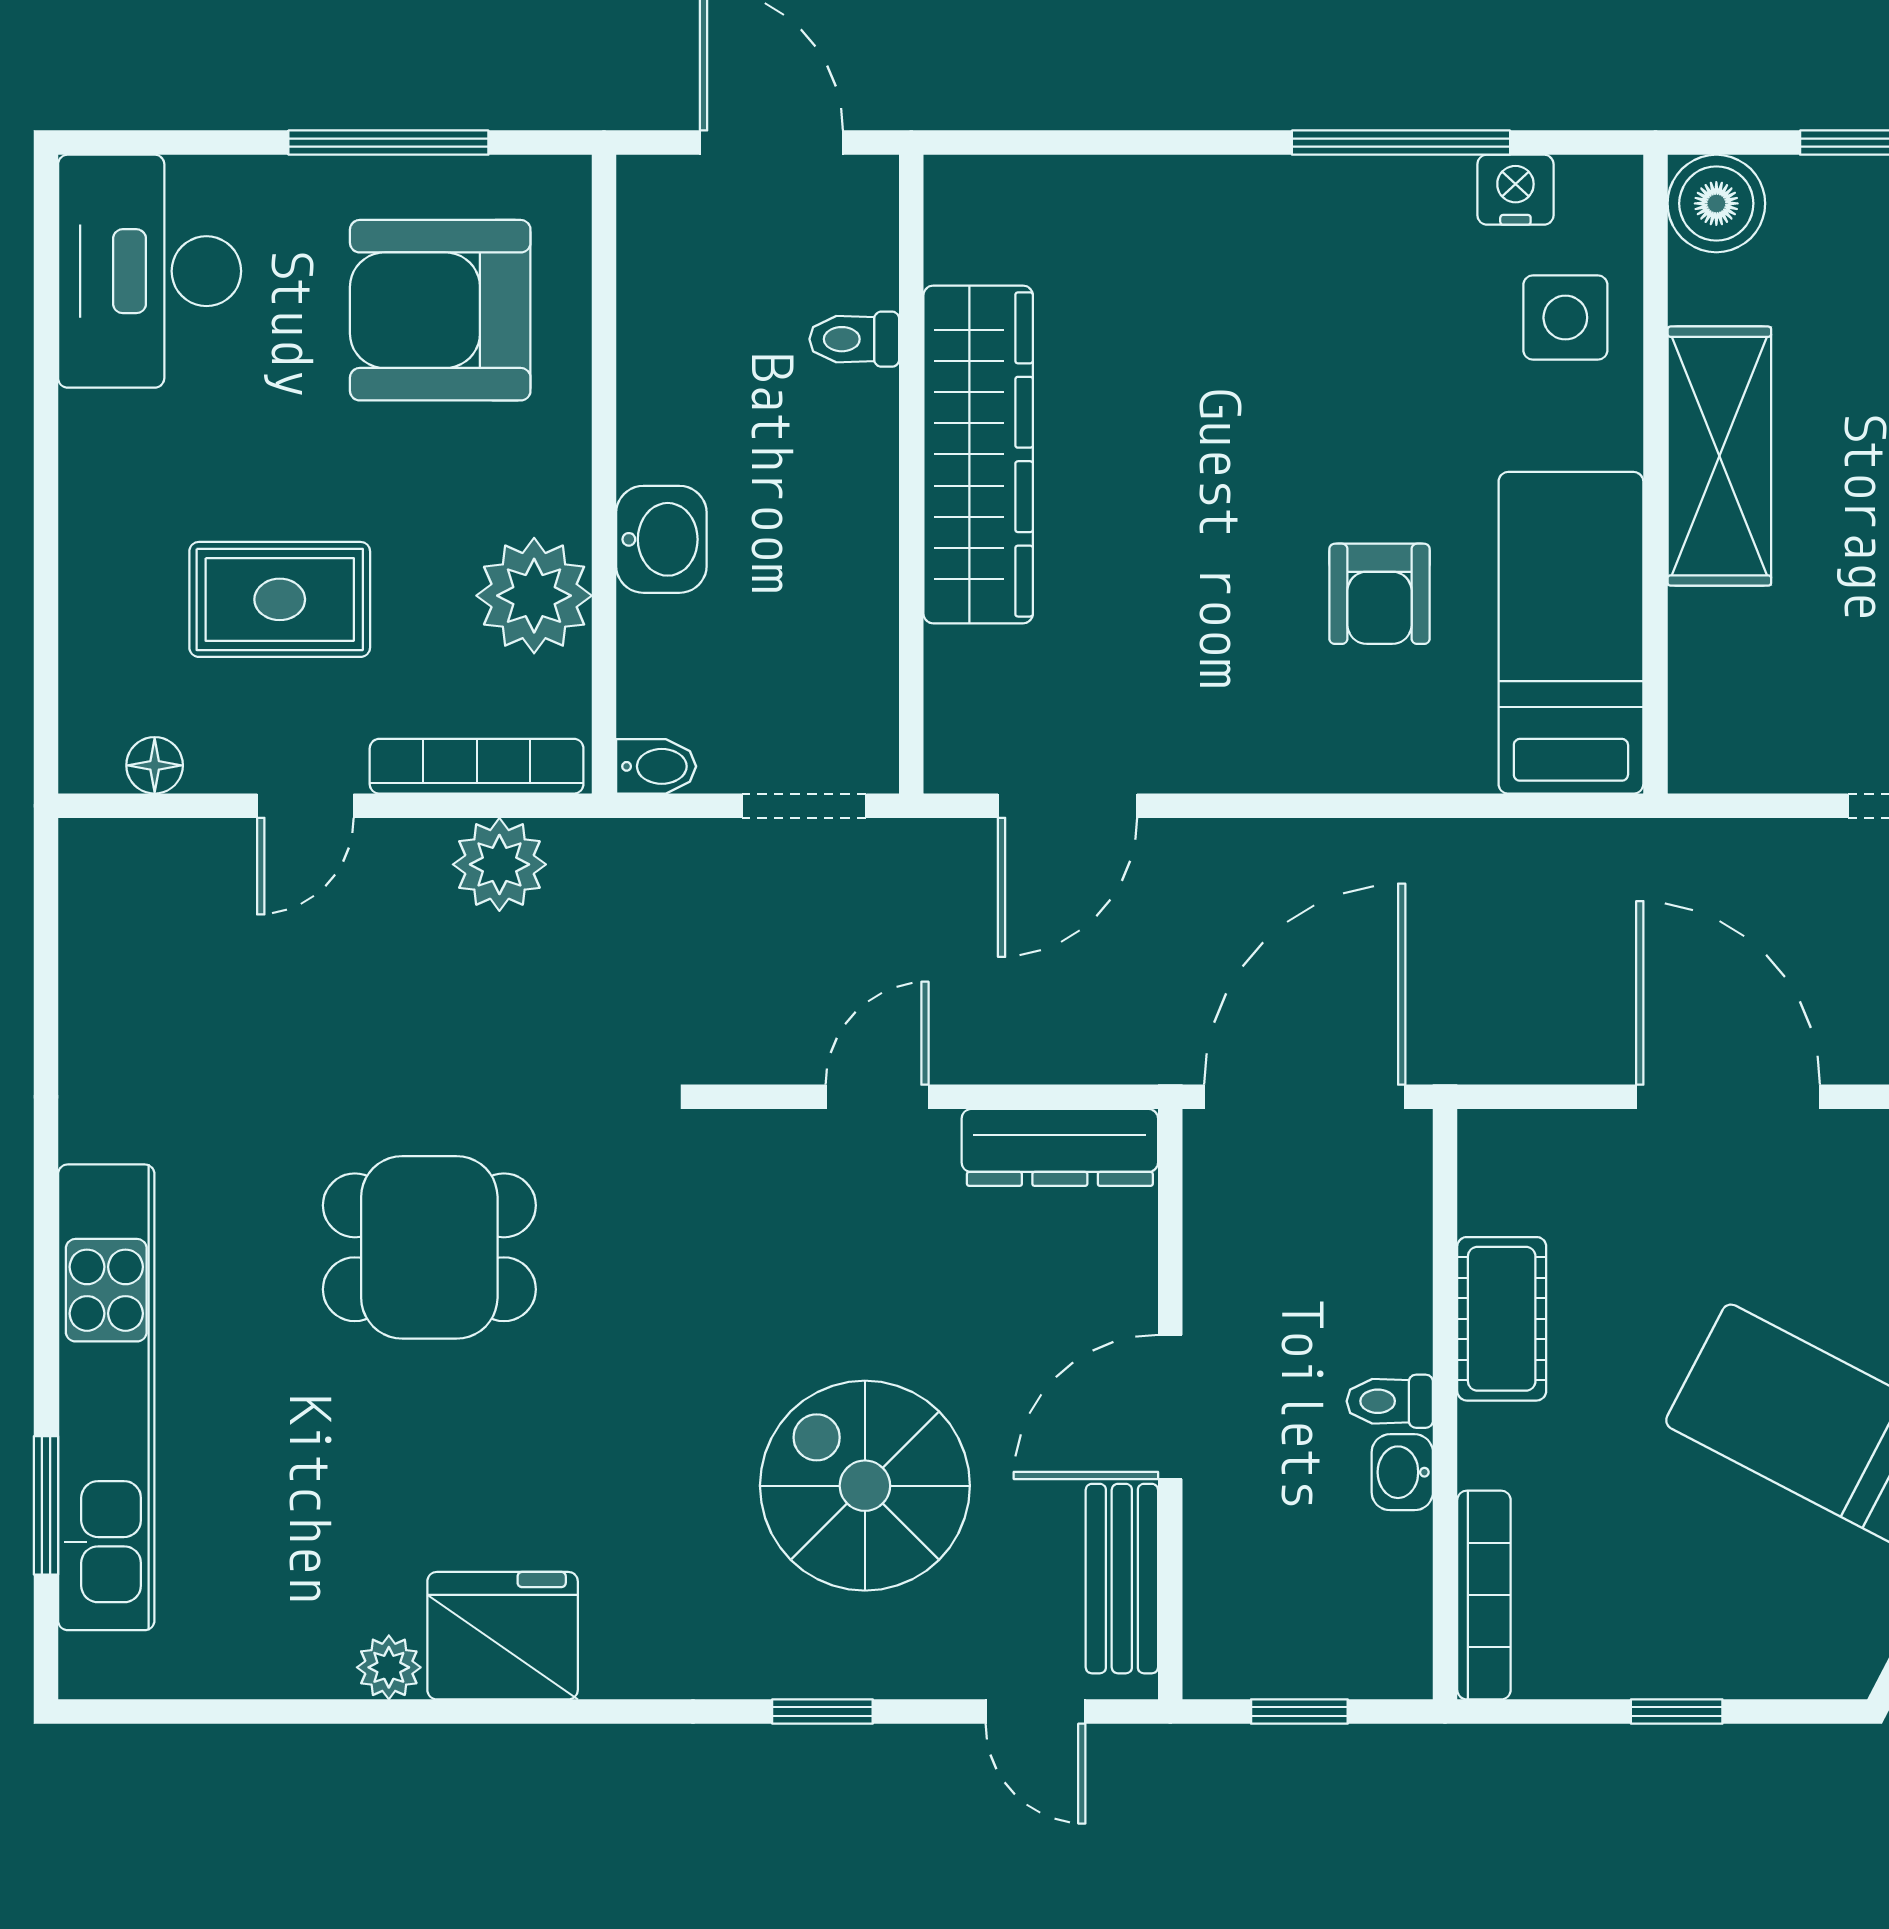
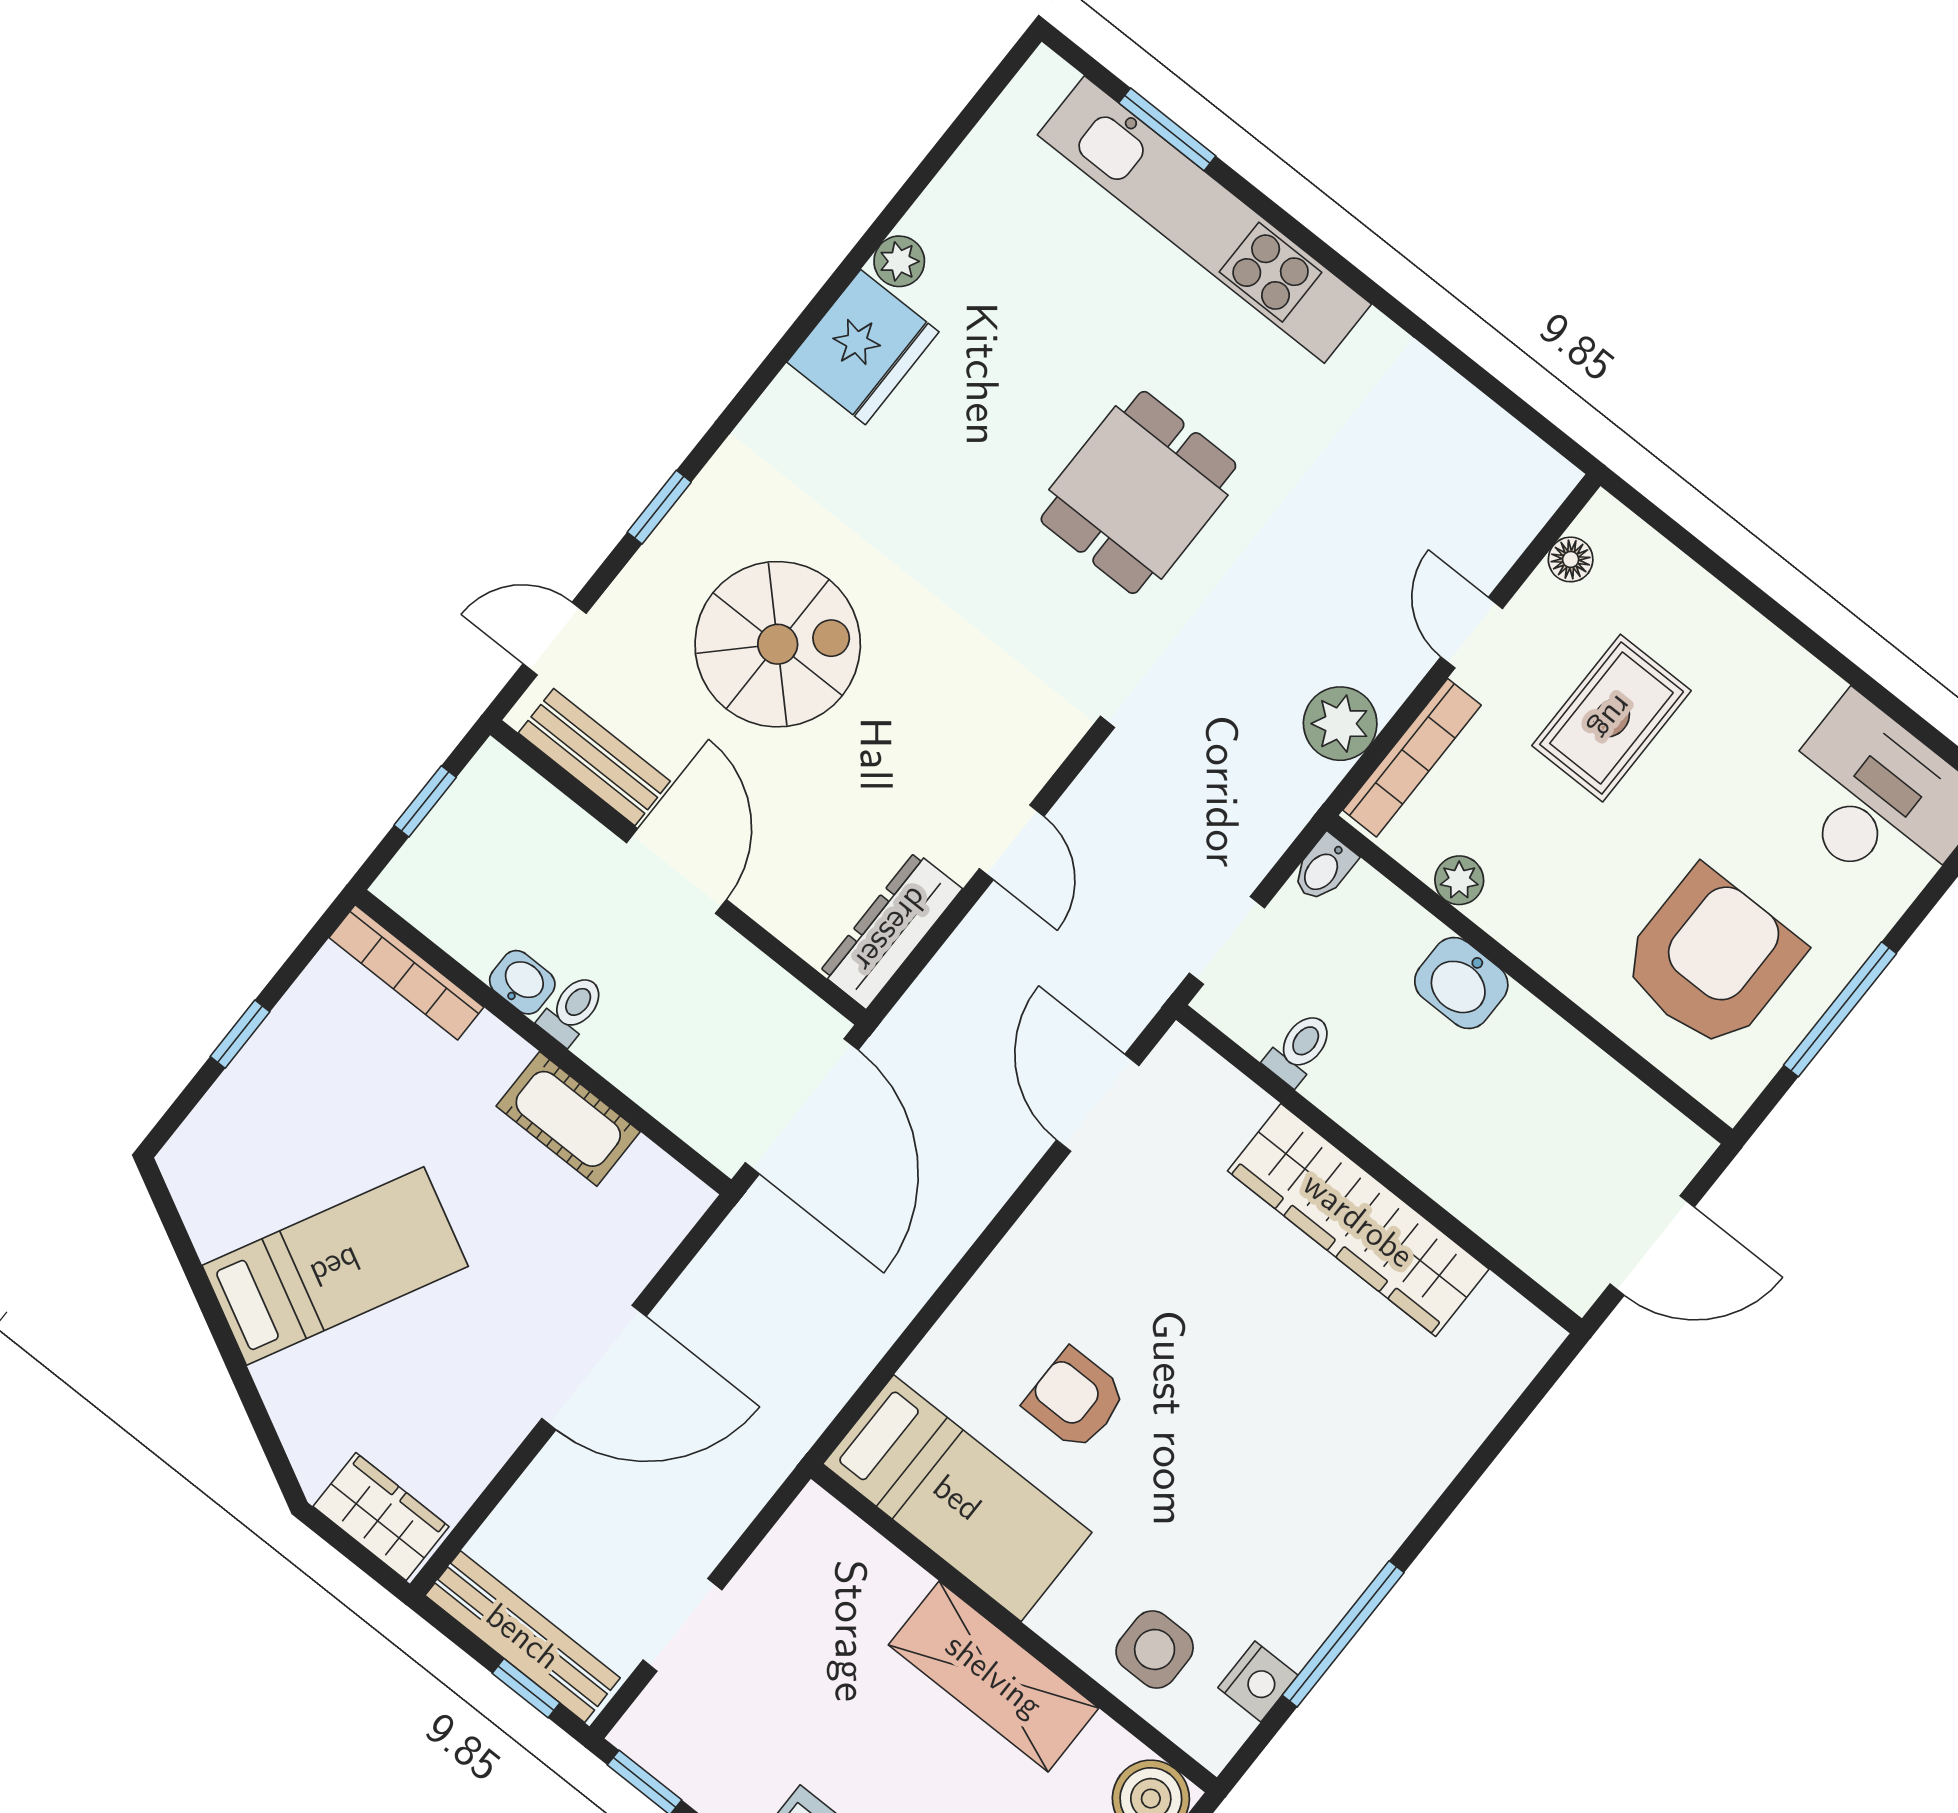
toilet: (854, 339) -> (1299, 1049), moved
plant: (534, 596) -> (1459, 880), width x0.53, depth x0.53

